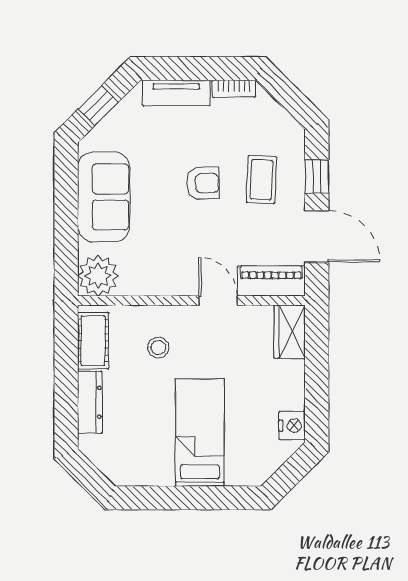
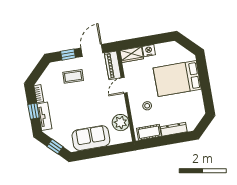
window: (194, 69) -> (34, 111), added
armchair: (203, 183) -> (79, 99), removed
plant: (98, 276) -> (121, 123), moved
nightstand: (292, 426) -> (149, 51), moved
bed: (200, 432) -> (177, 79), width x1.50

